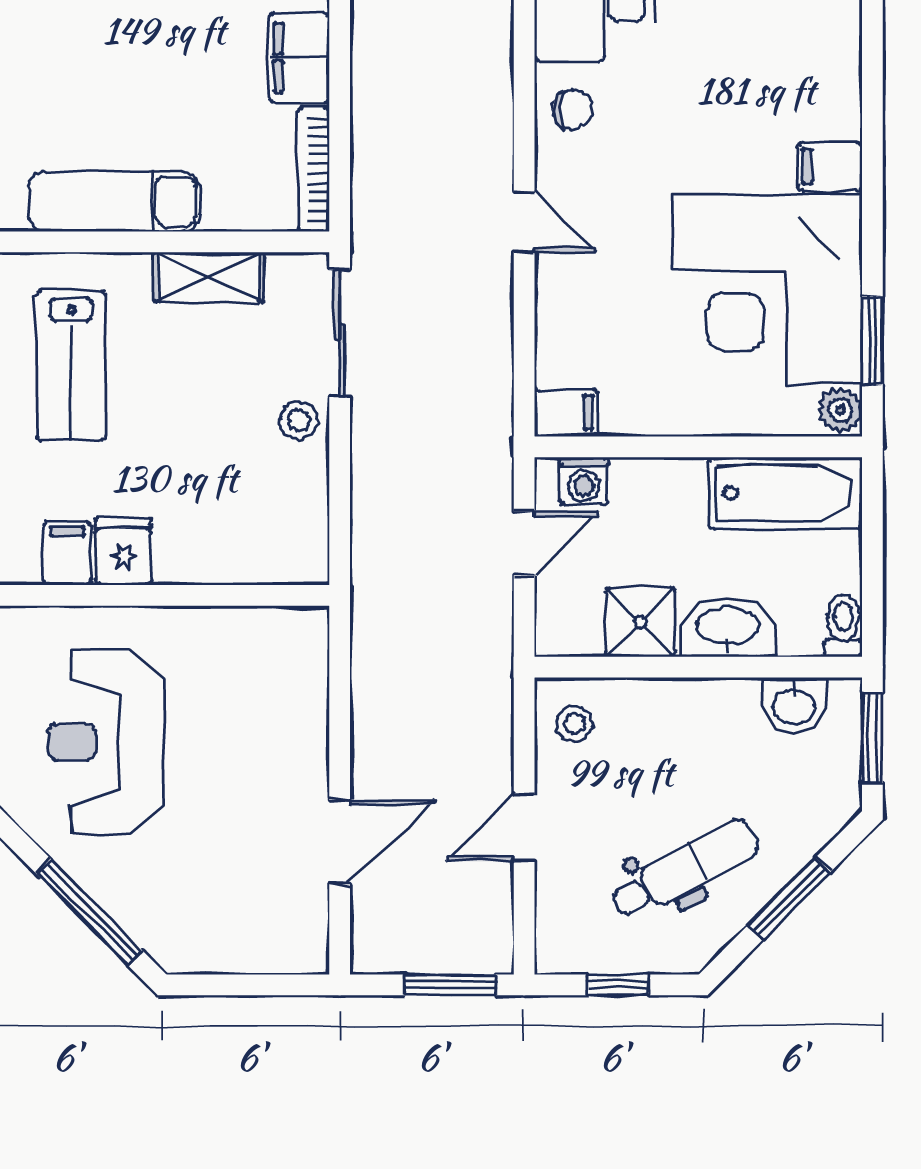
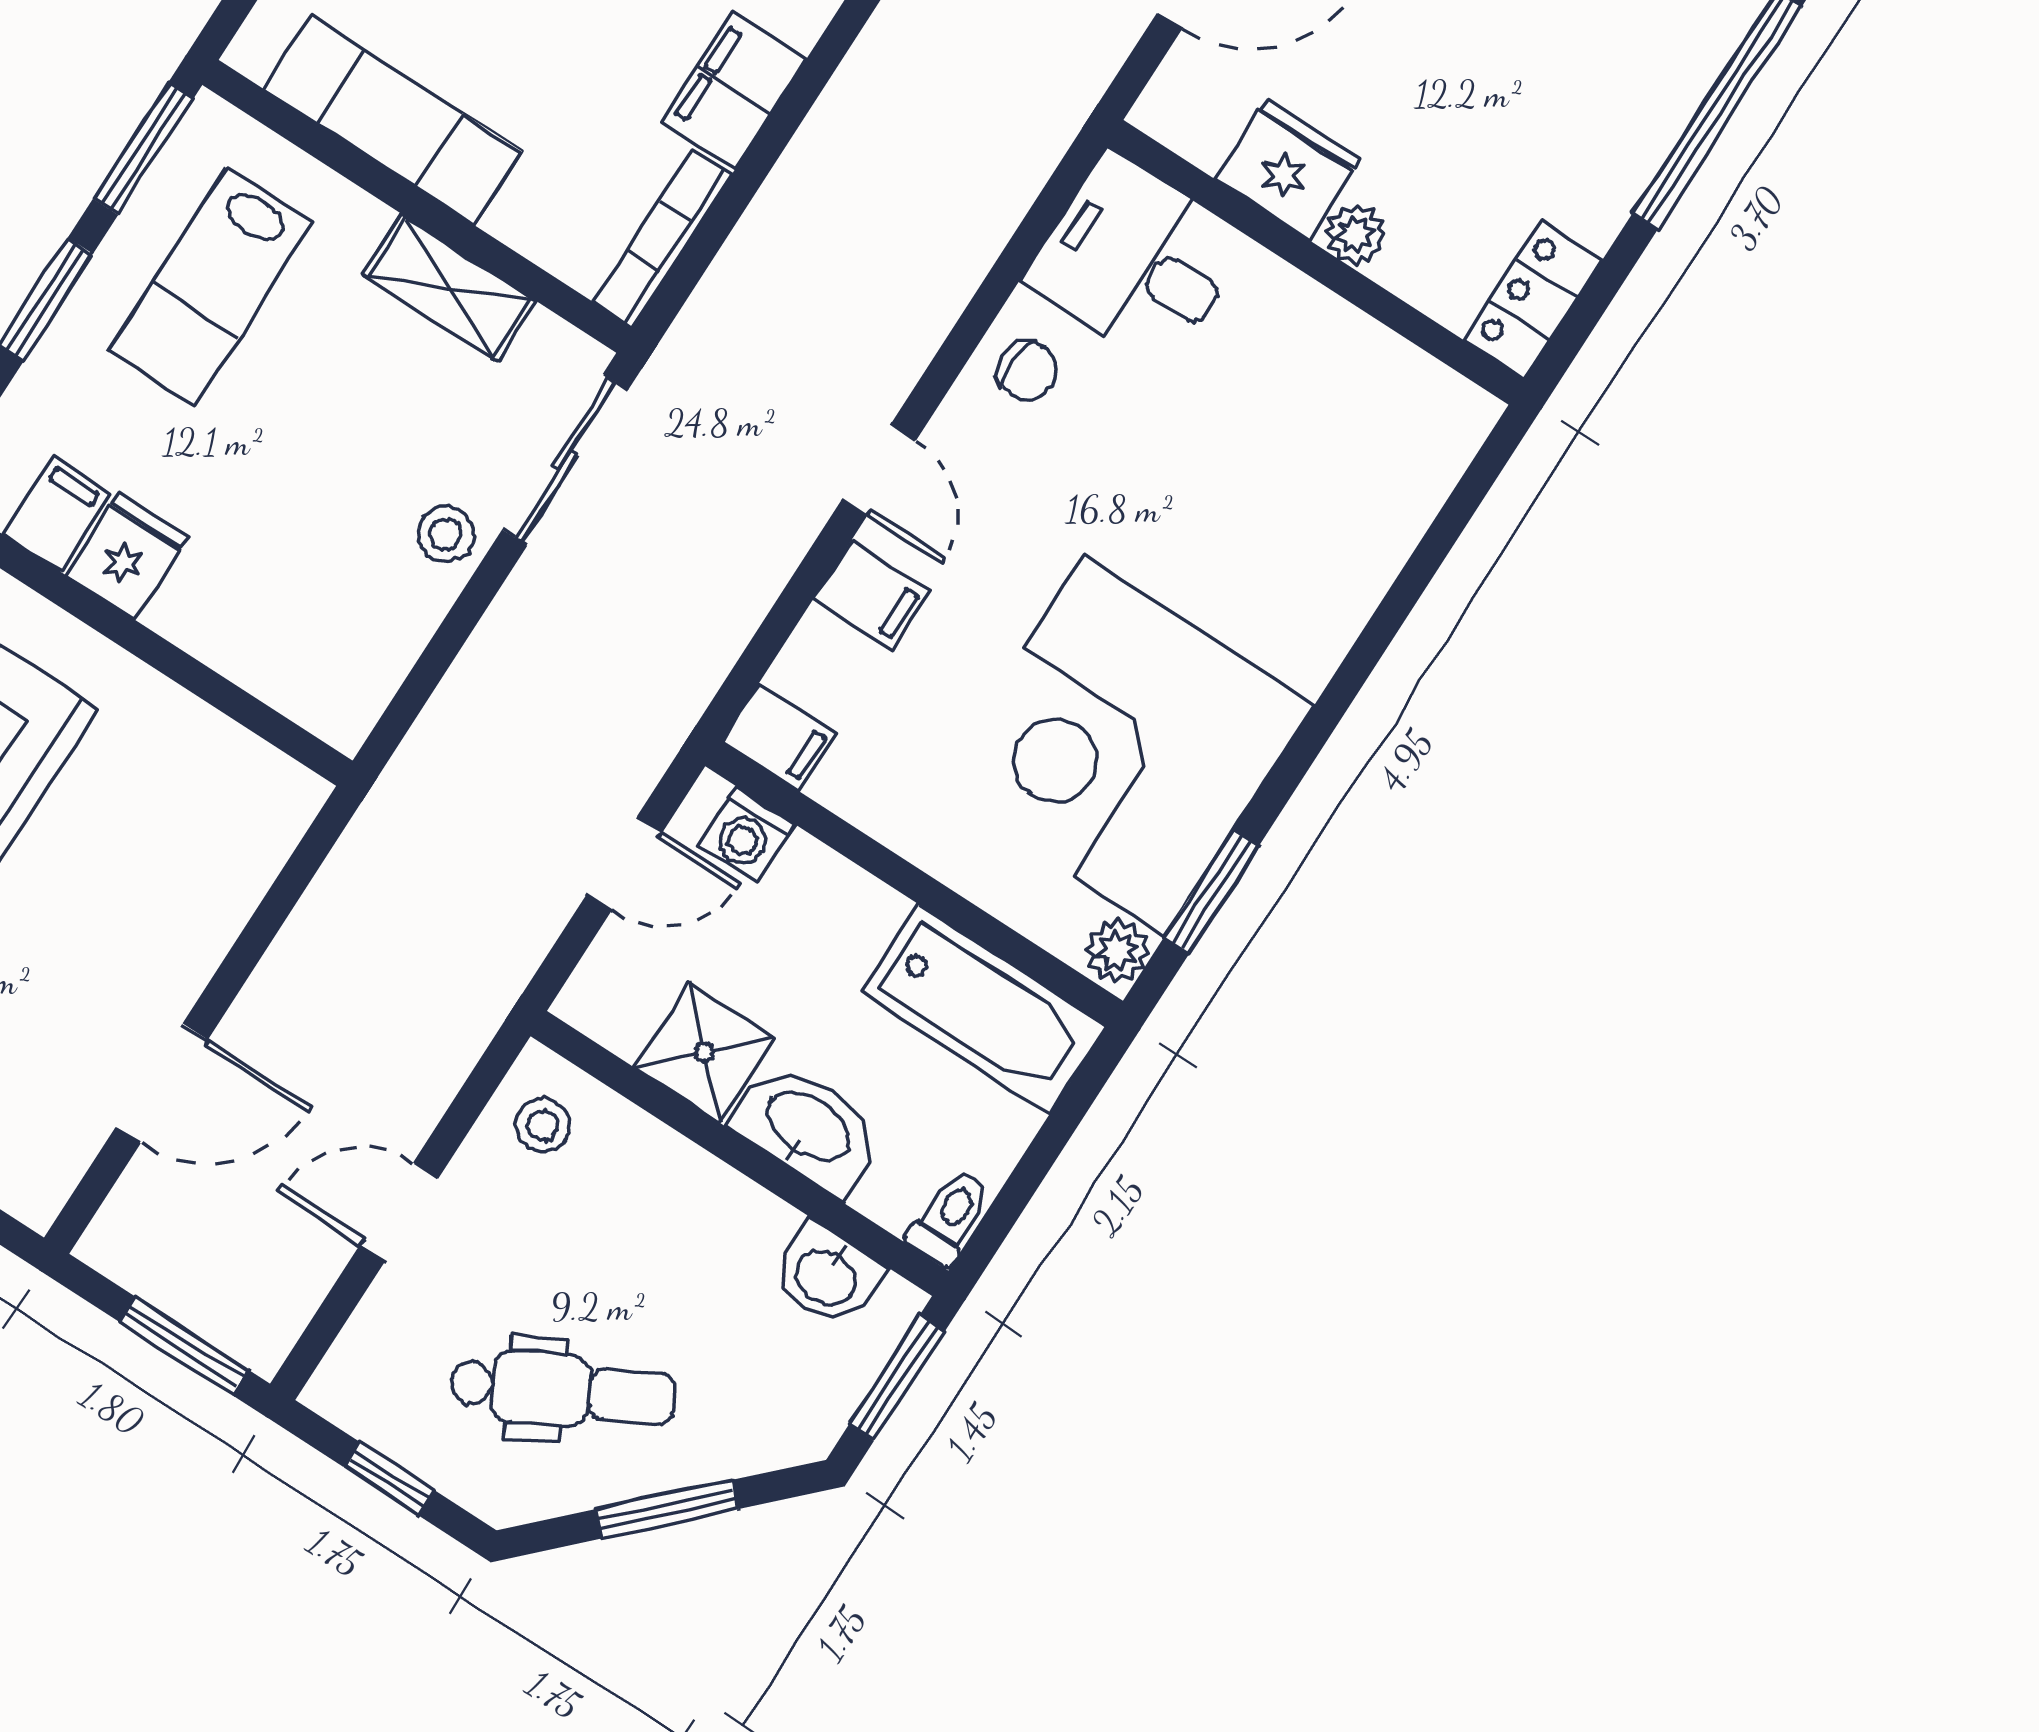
filing cabinet: (830, 167) -> (872, 595), moved, turned 180

